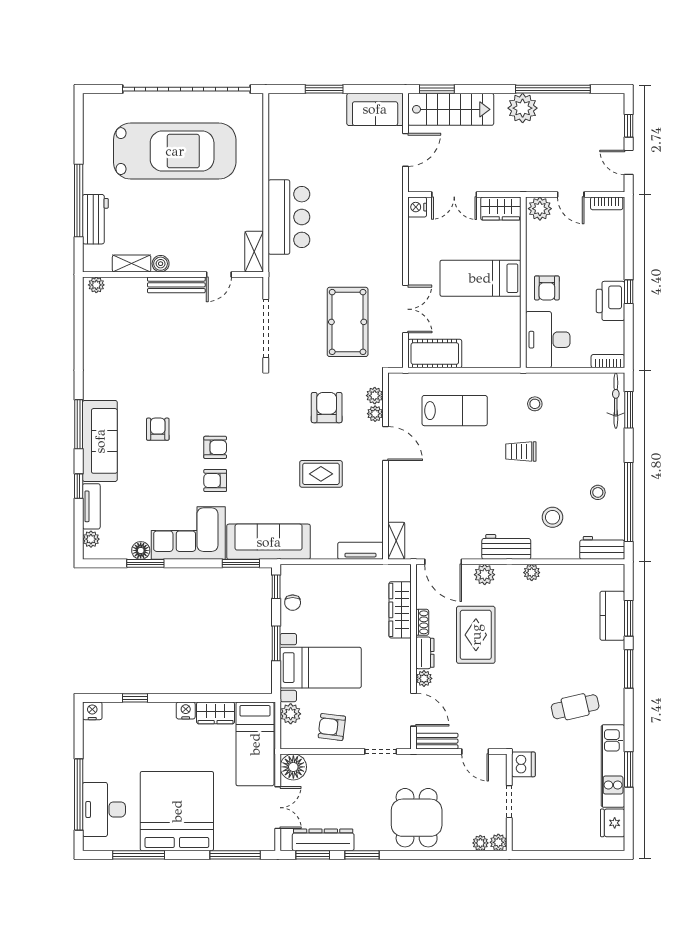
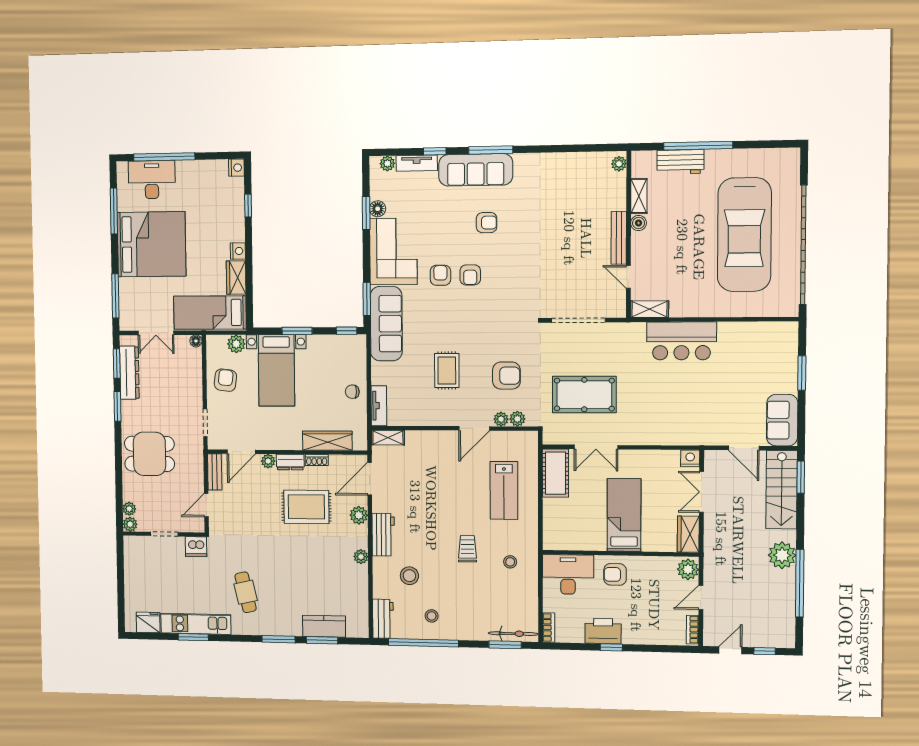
chair: (293, 603) -> (352, 392), moved
floor lamp: (293, 767) -> (196, 341), width x0.53, depth x0.53

